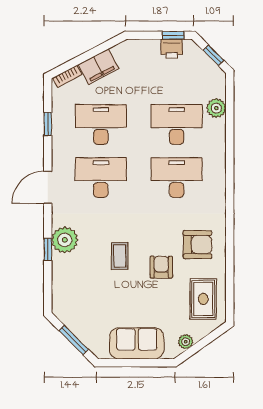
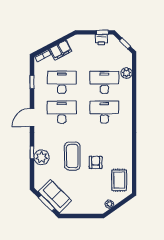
plant: (65, 240) -> (42, 157), moved
armchair: (198, 245) -> (116, 150), removed
coffee table: (120, 256) -> (72, 156), width x1.86, depth x1.72
sofa: (137, 343) -> (55, 196), moved, turned 45

